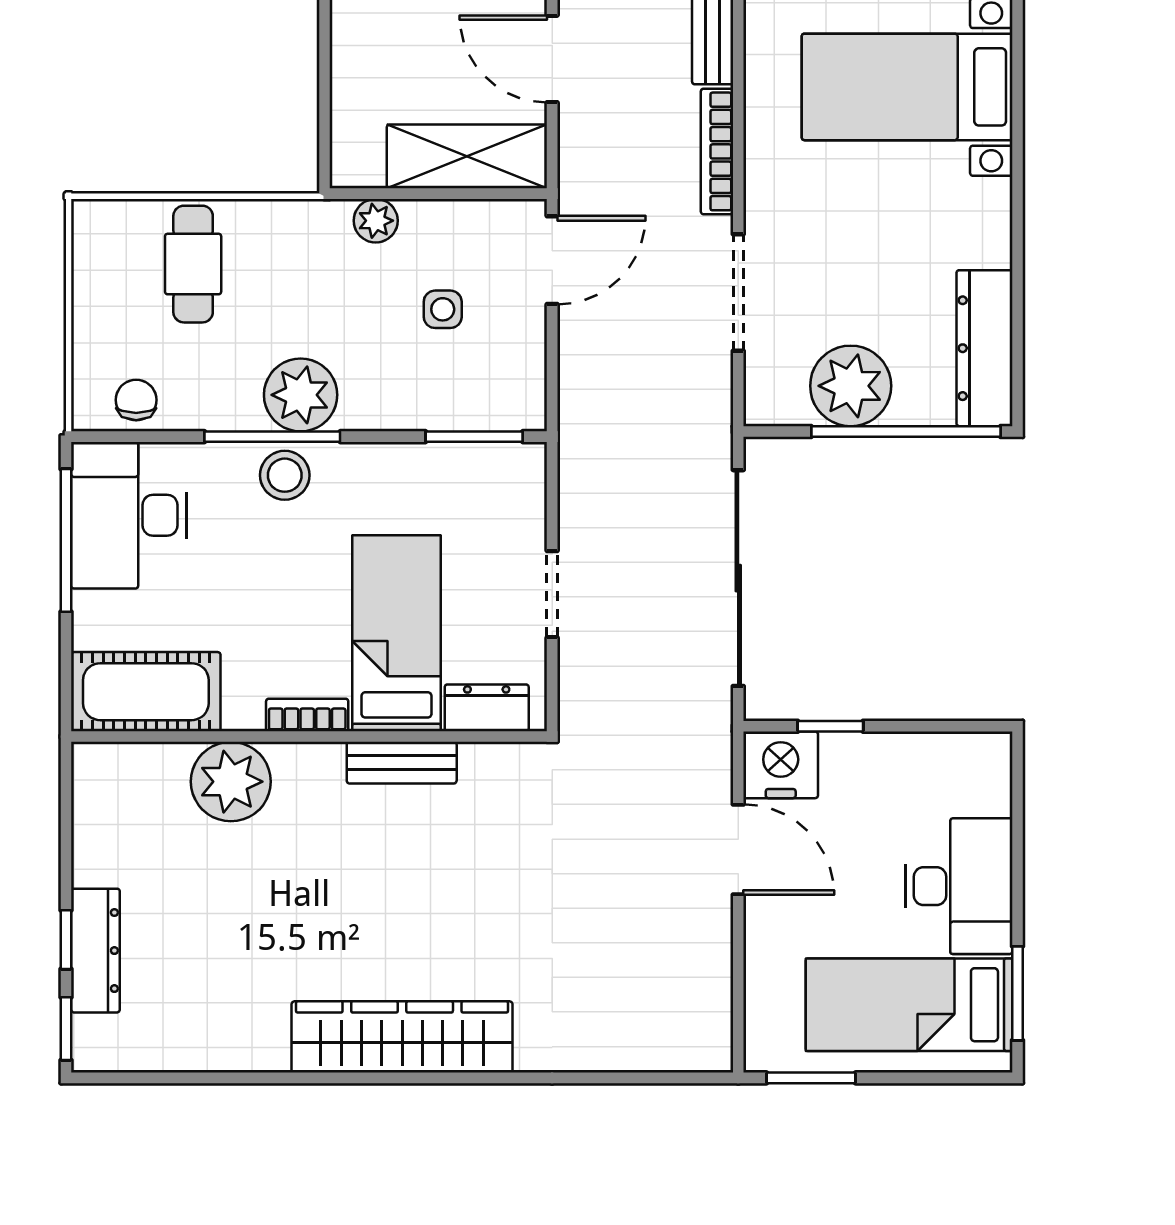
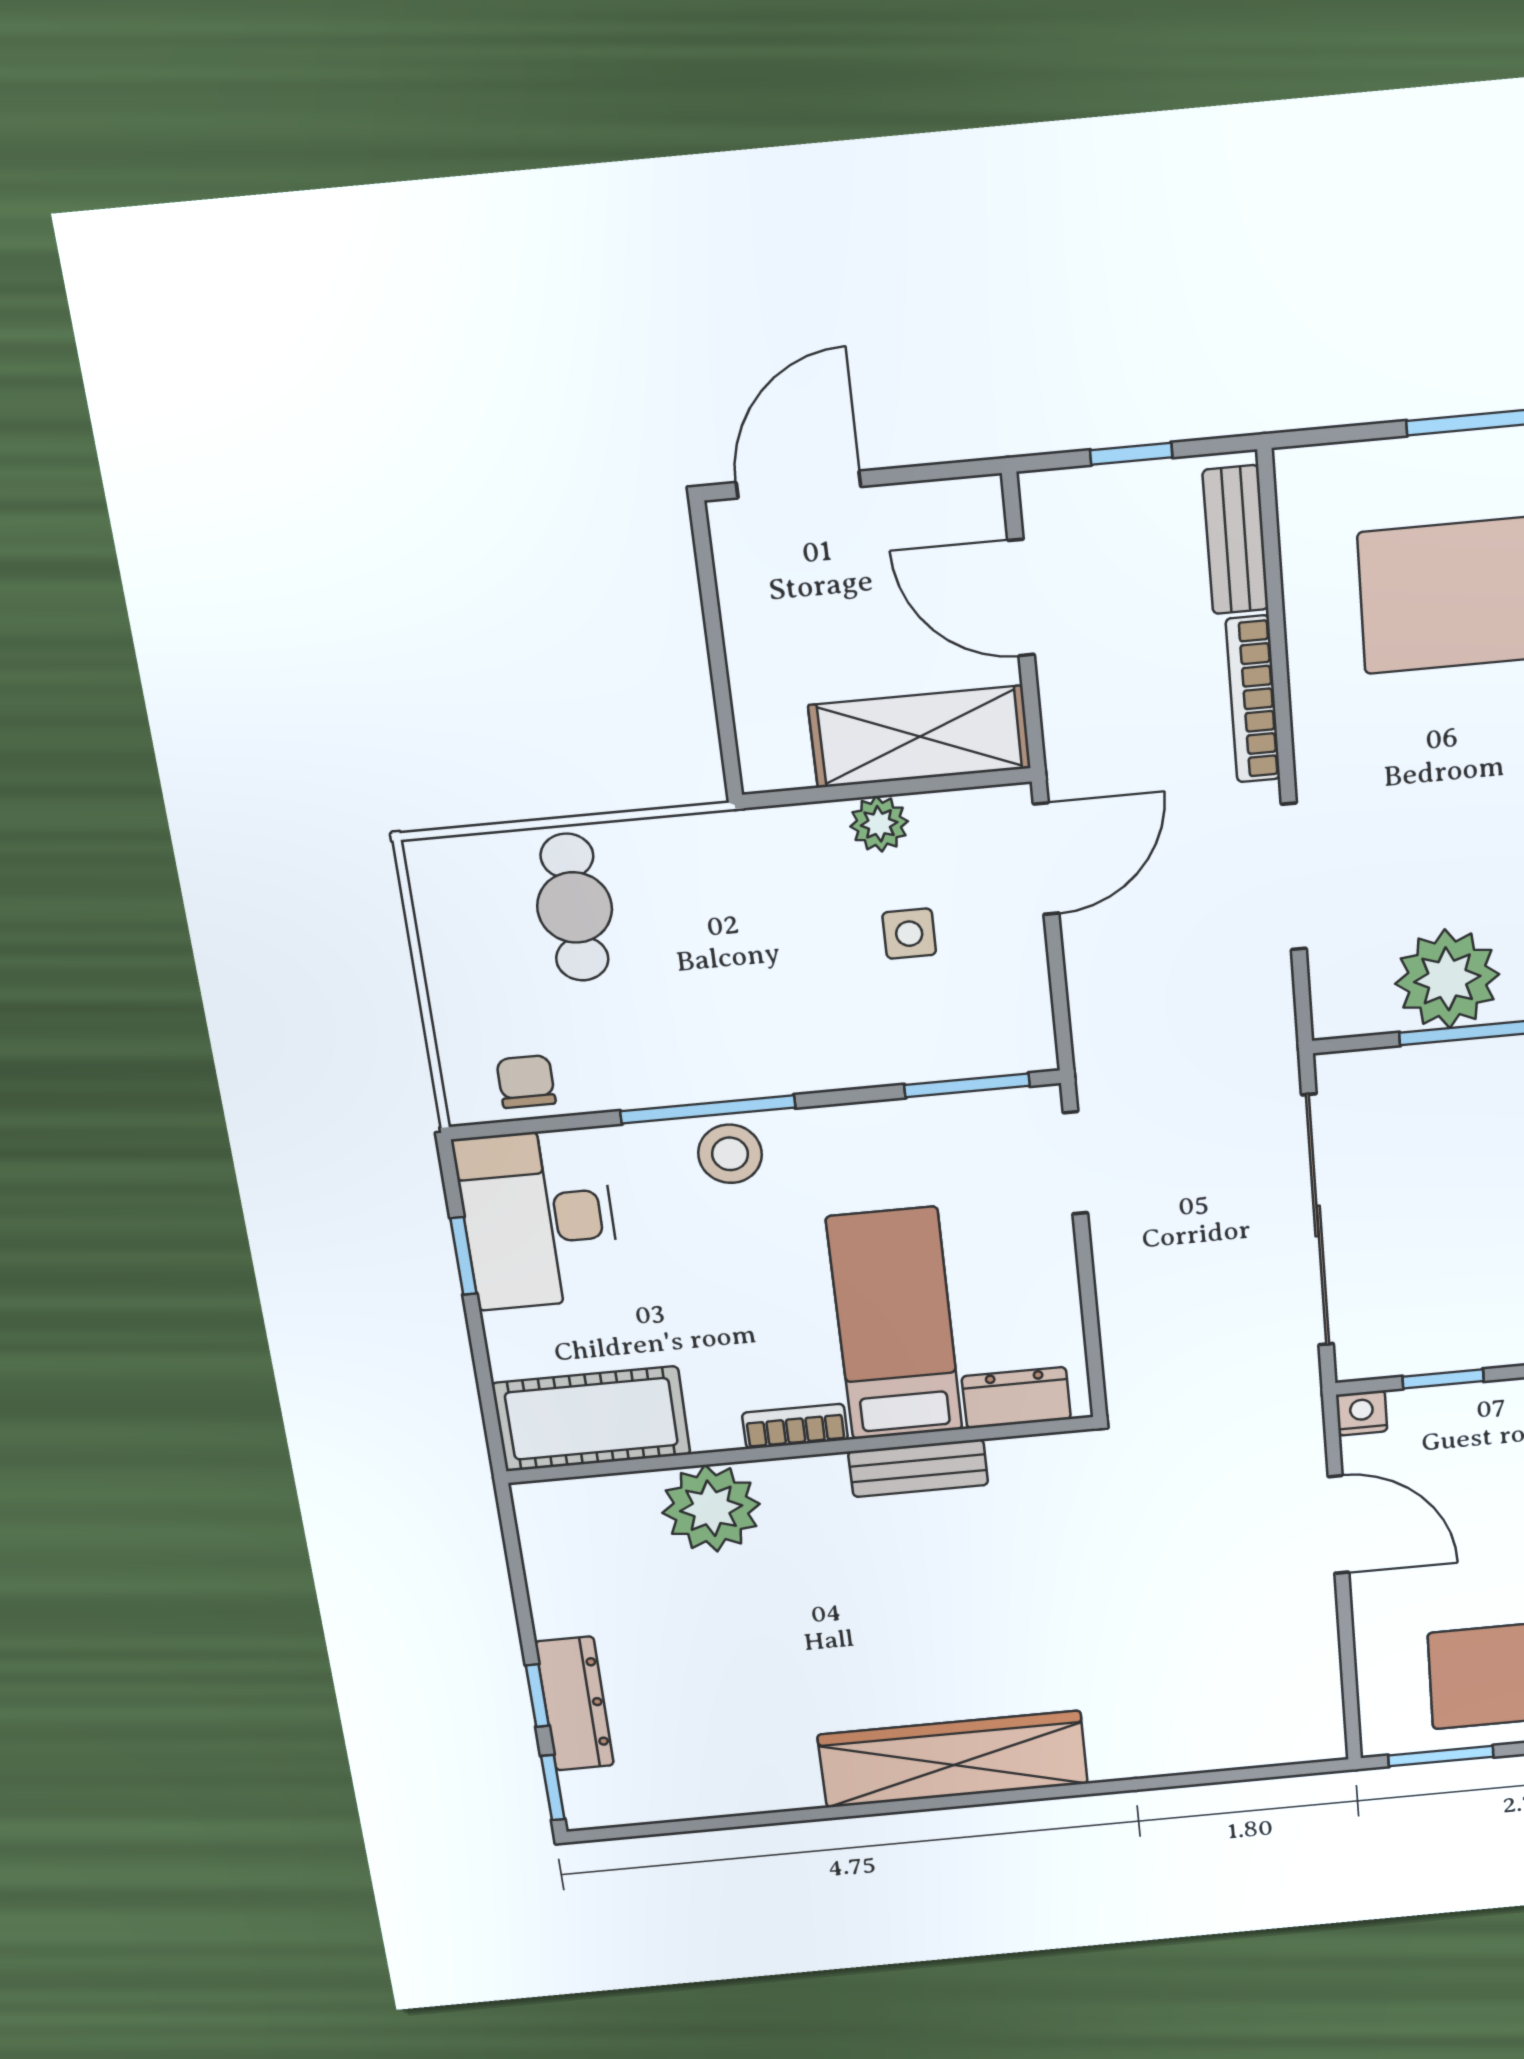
plant: (376, 221) -> (879, 824), moved
plant: (301, 395) -> (737, 1056), removed
window: (66, 540) -> (463, 1256), width x0.46
doorway: (552, 594) -> (1075, 1163), moved
nightstand: (781, 765) -> (1362, 1413), width x0.53, depth x0.56

